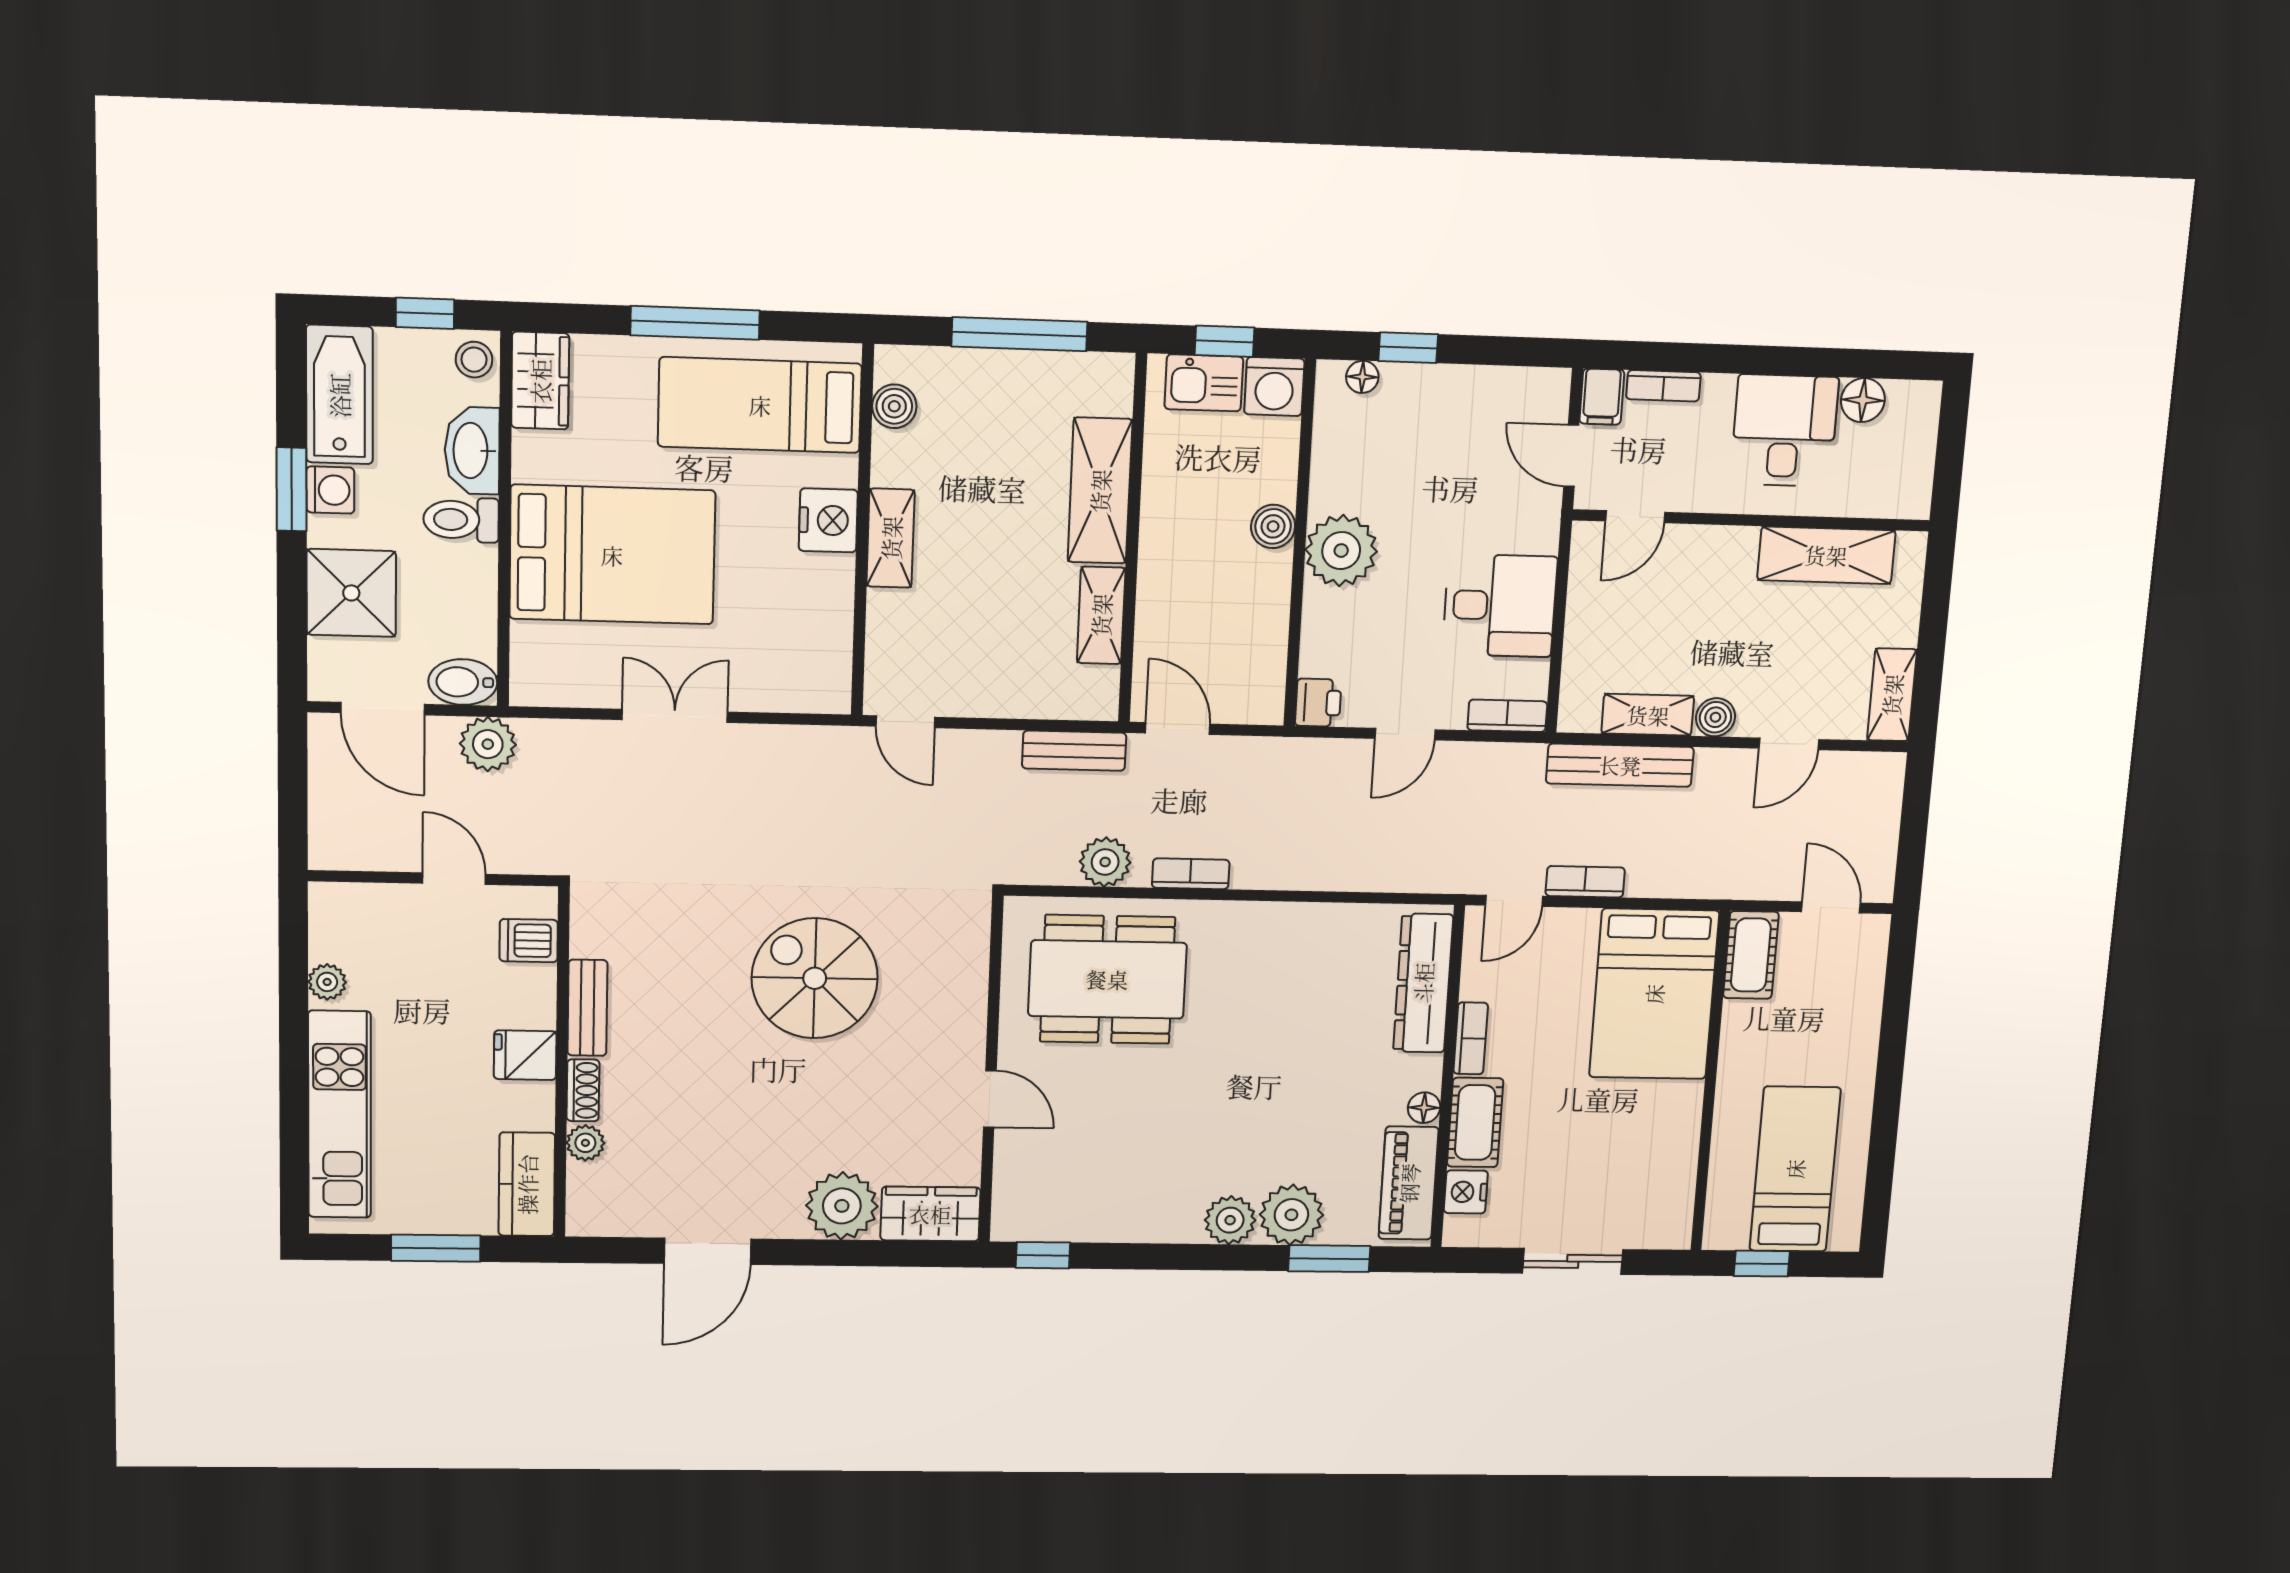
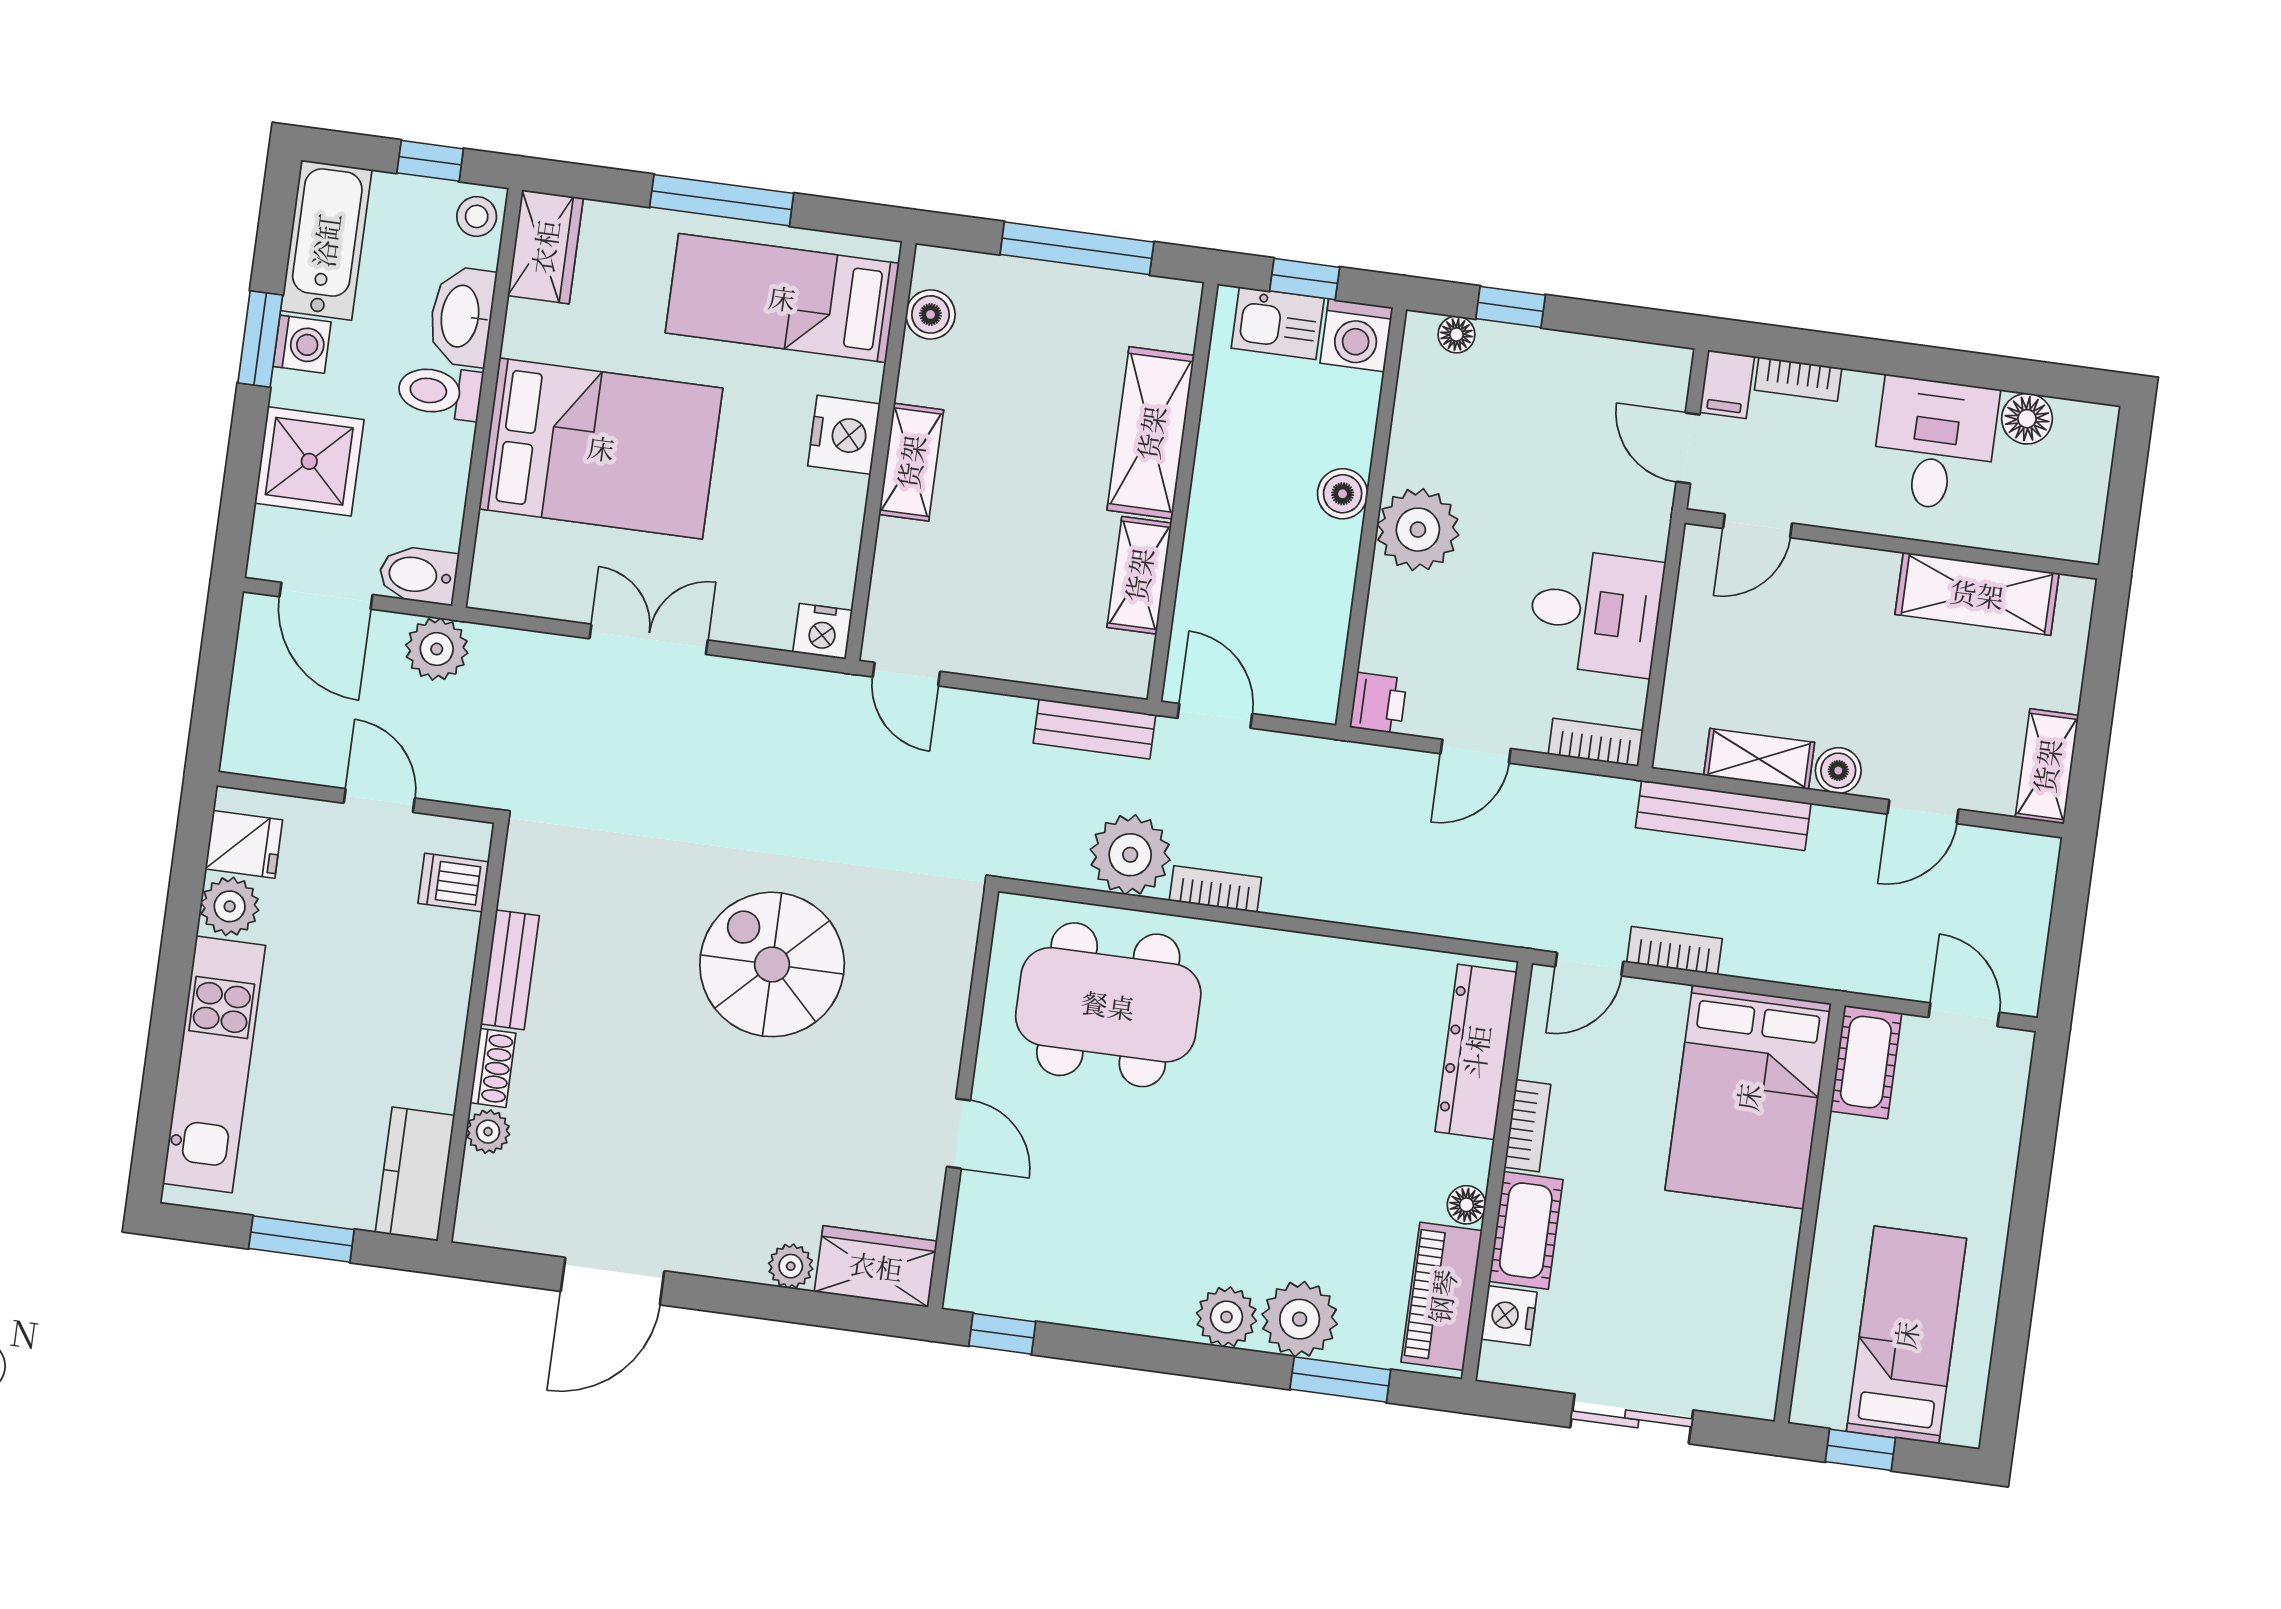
nightstand: (828, 693) -> (823, 631), added
plant: (1105, 862) -> (1130, 855), width x1.36, depth x1.36
plant: (327, 982) -> (230, 906), width x1.38, depth x1.38
fridge: (525, 1055) -> (244, 844), moved, turned 180
plant: (842, 1206) -> (791, 1266), width x0.53, depth x0.53

